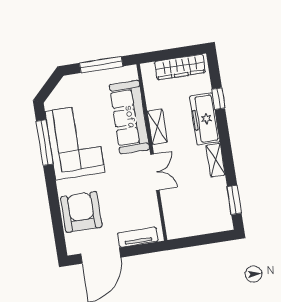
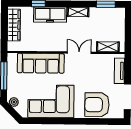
plant: (64, 86) -> (14, 102), added
shelving: (157, 127) -> (108, 47), moved
window: (45, 143) -> (48, 121), removed

